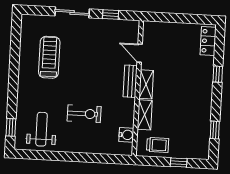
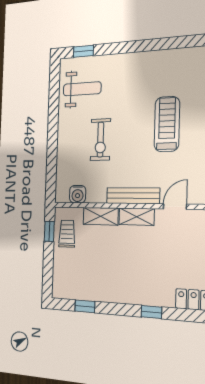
treadmill: (49, 57) -> (167, 124), moved, turned -90
bench: (130, 81) -> (133, 196), width x1.36
trolley: (158, 145) -> (67, 234), turned 180
window: (179, 163) -> (49, 231), moved

